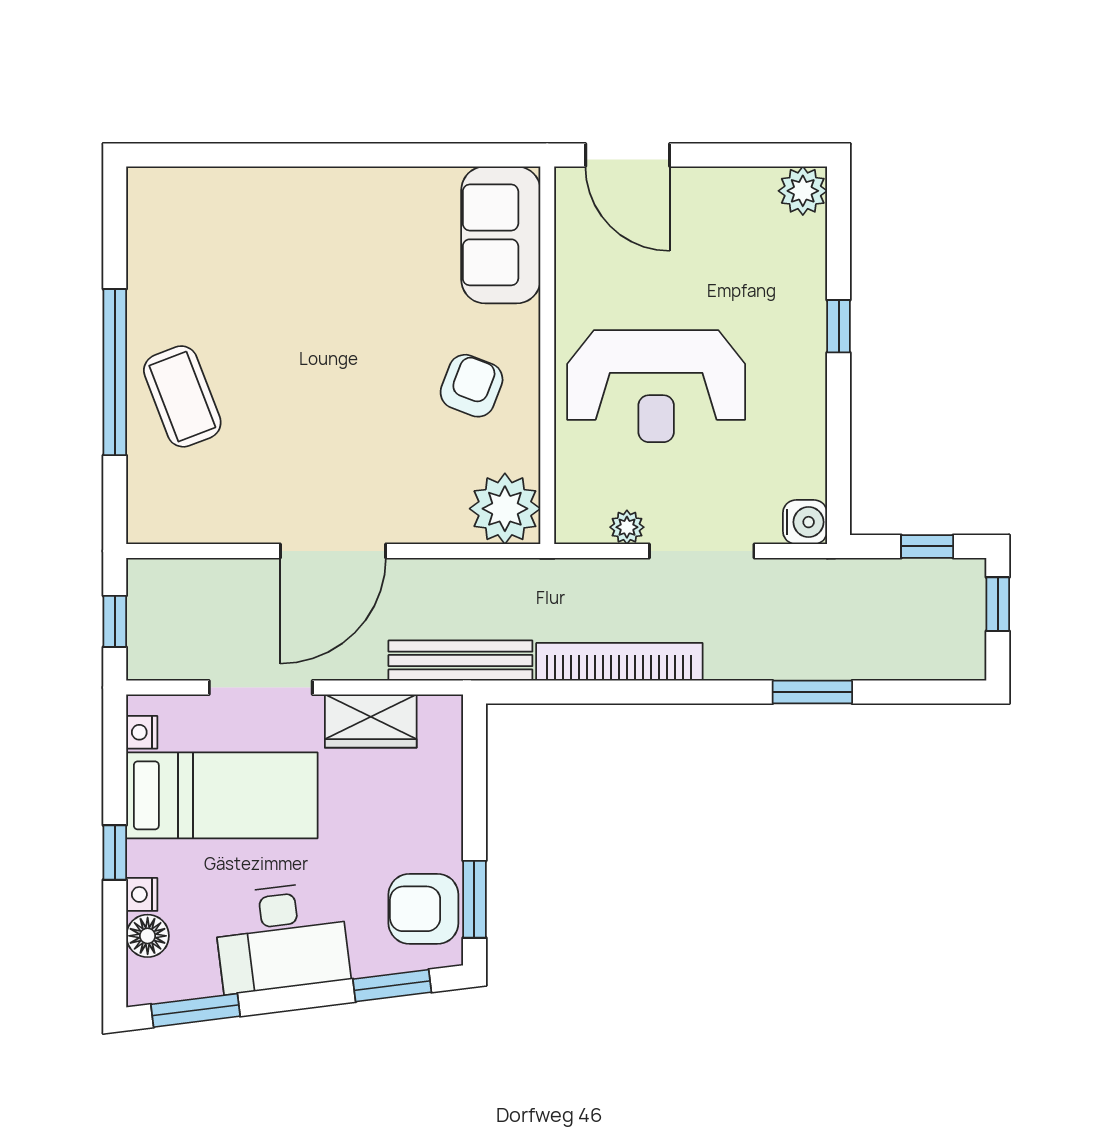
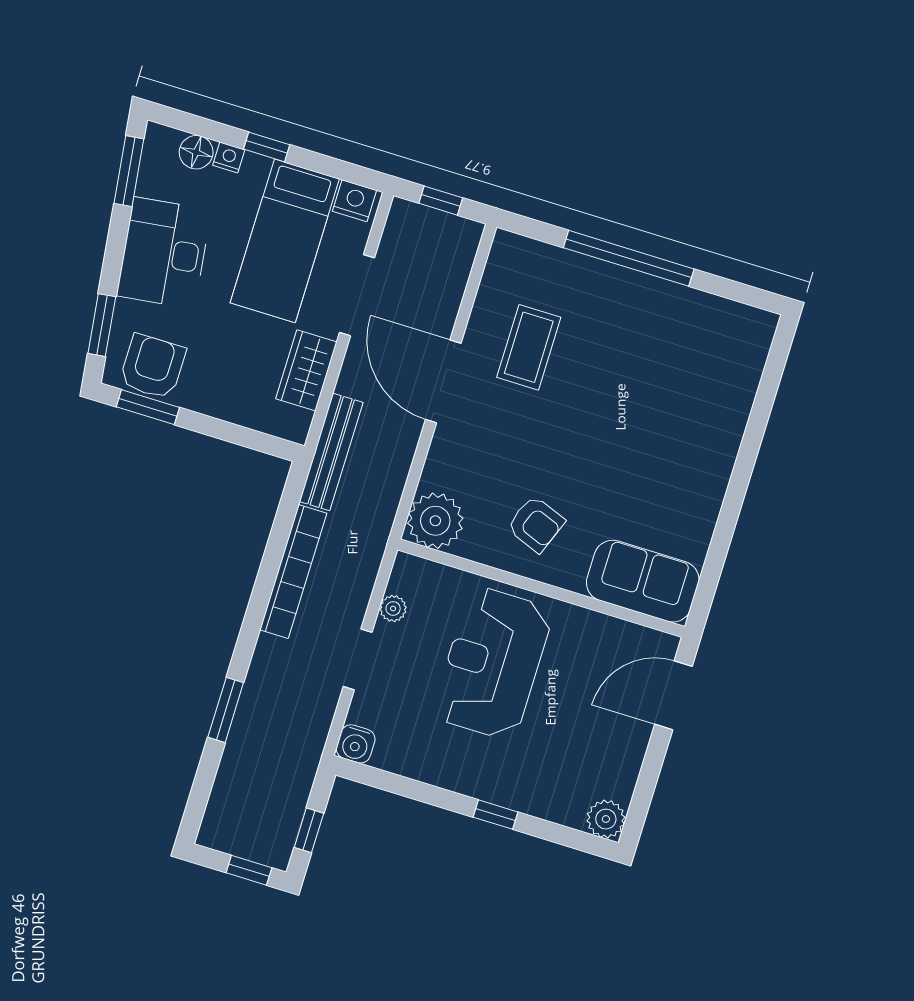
coffee table: (182, 396) -> (529, 347), moved, turned -69
doorway: (702, 551) -> (358, 659), width x0.73
nightstand: (142, 732) -> (355, 201), width x1.39, depth x1.35

